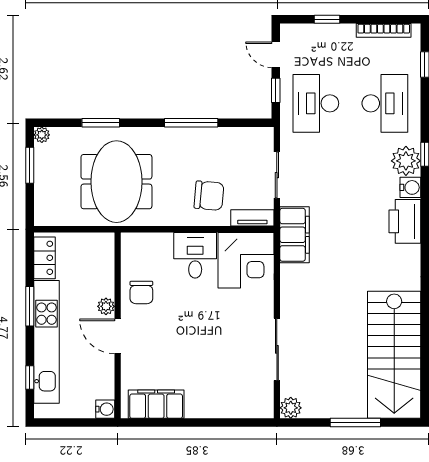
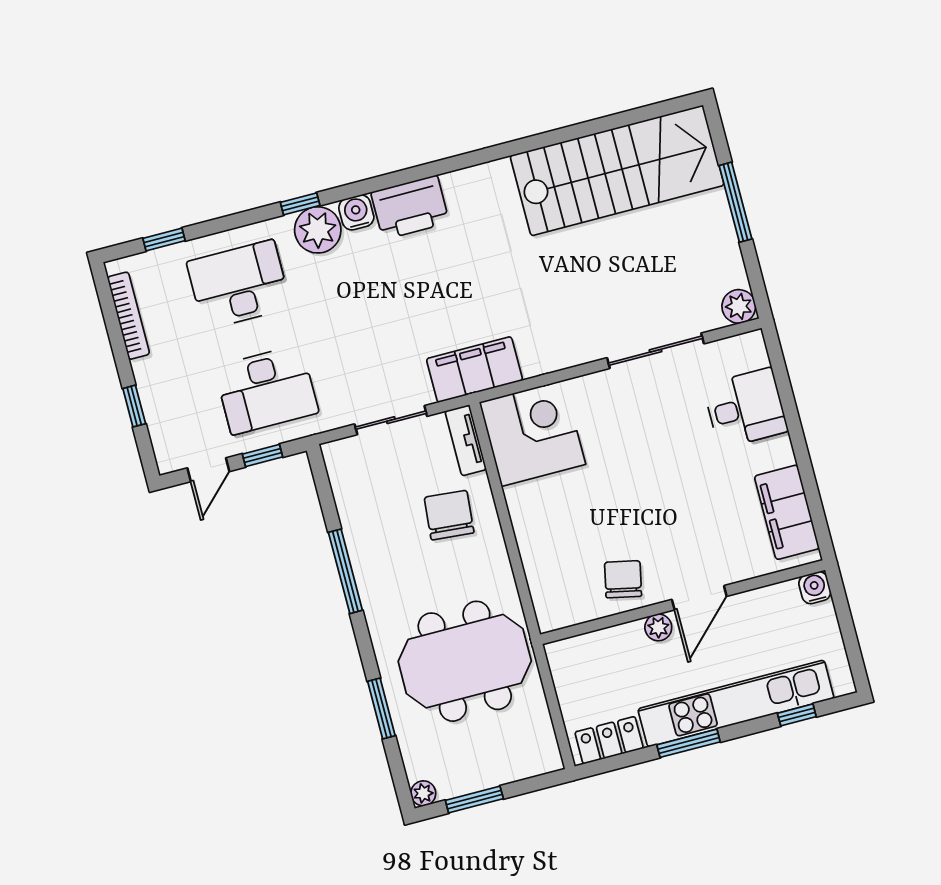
desk: (195, 255) -> (746, 408), moved, turned 180
chair: (141, 292) -> (623, 579), turned -78

